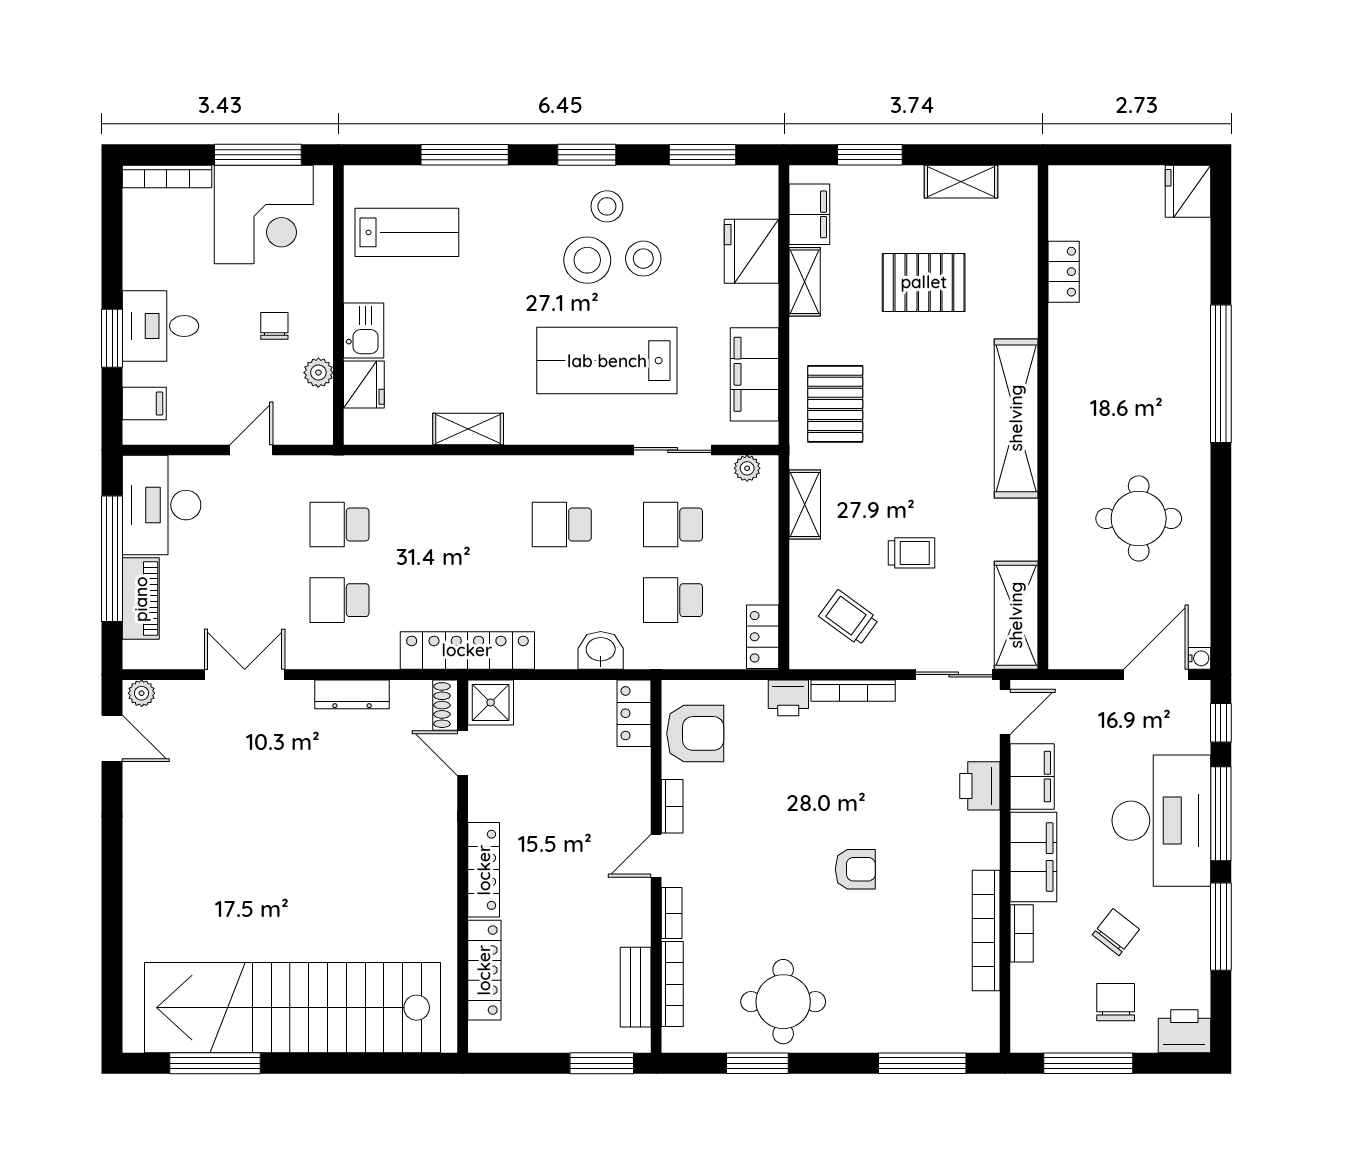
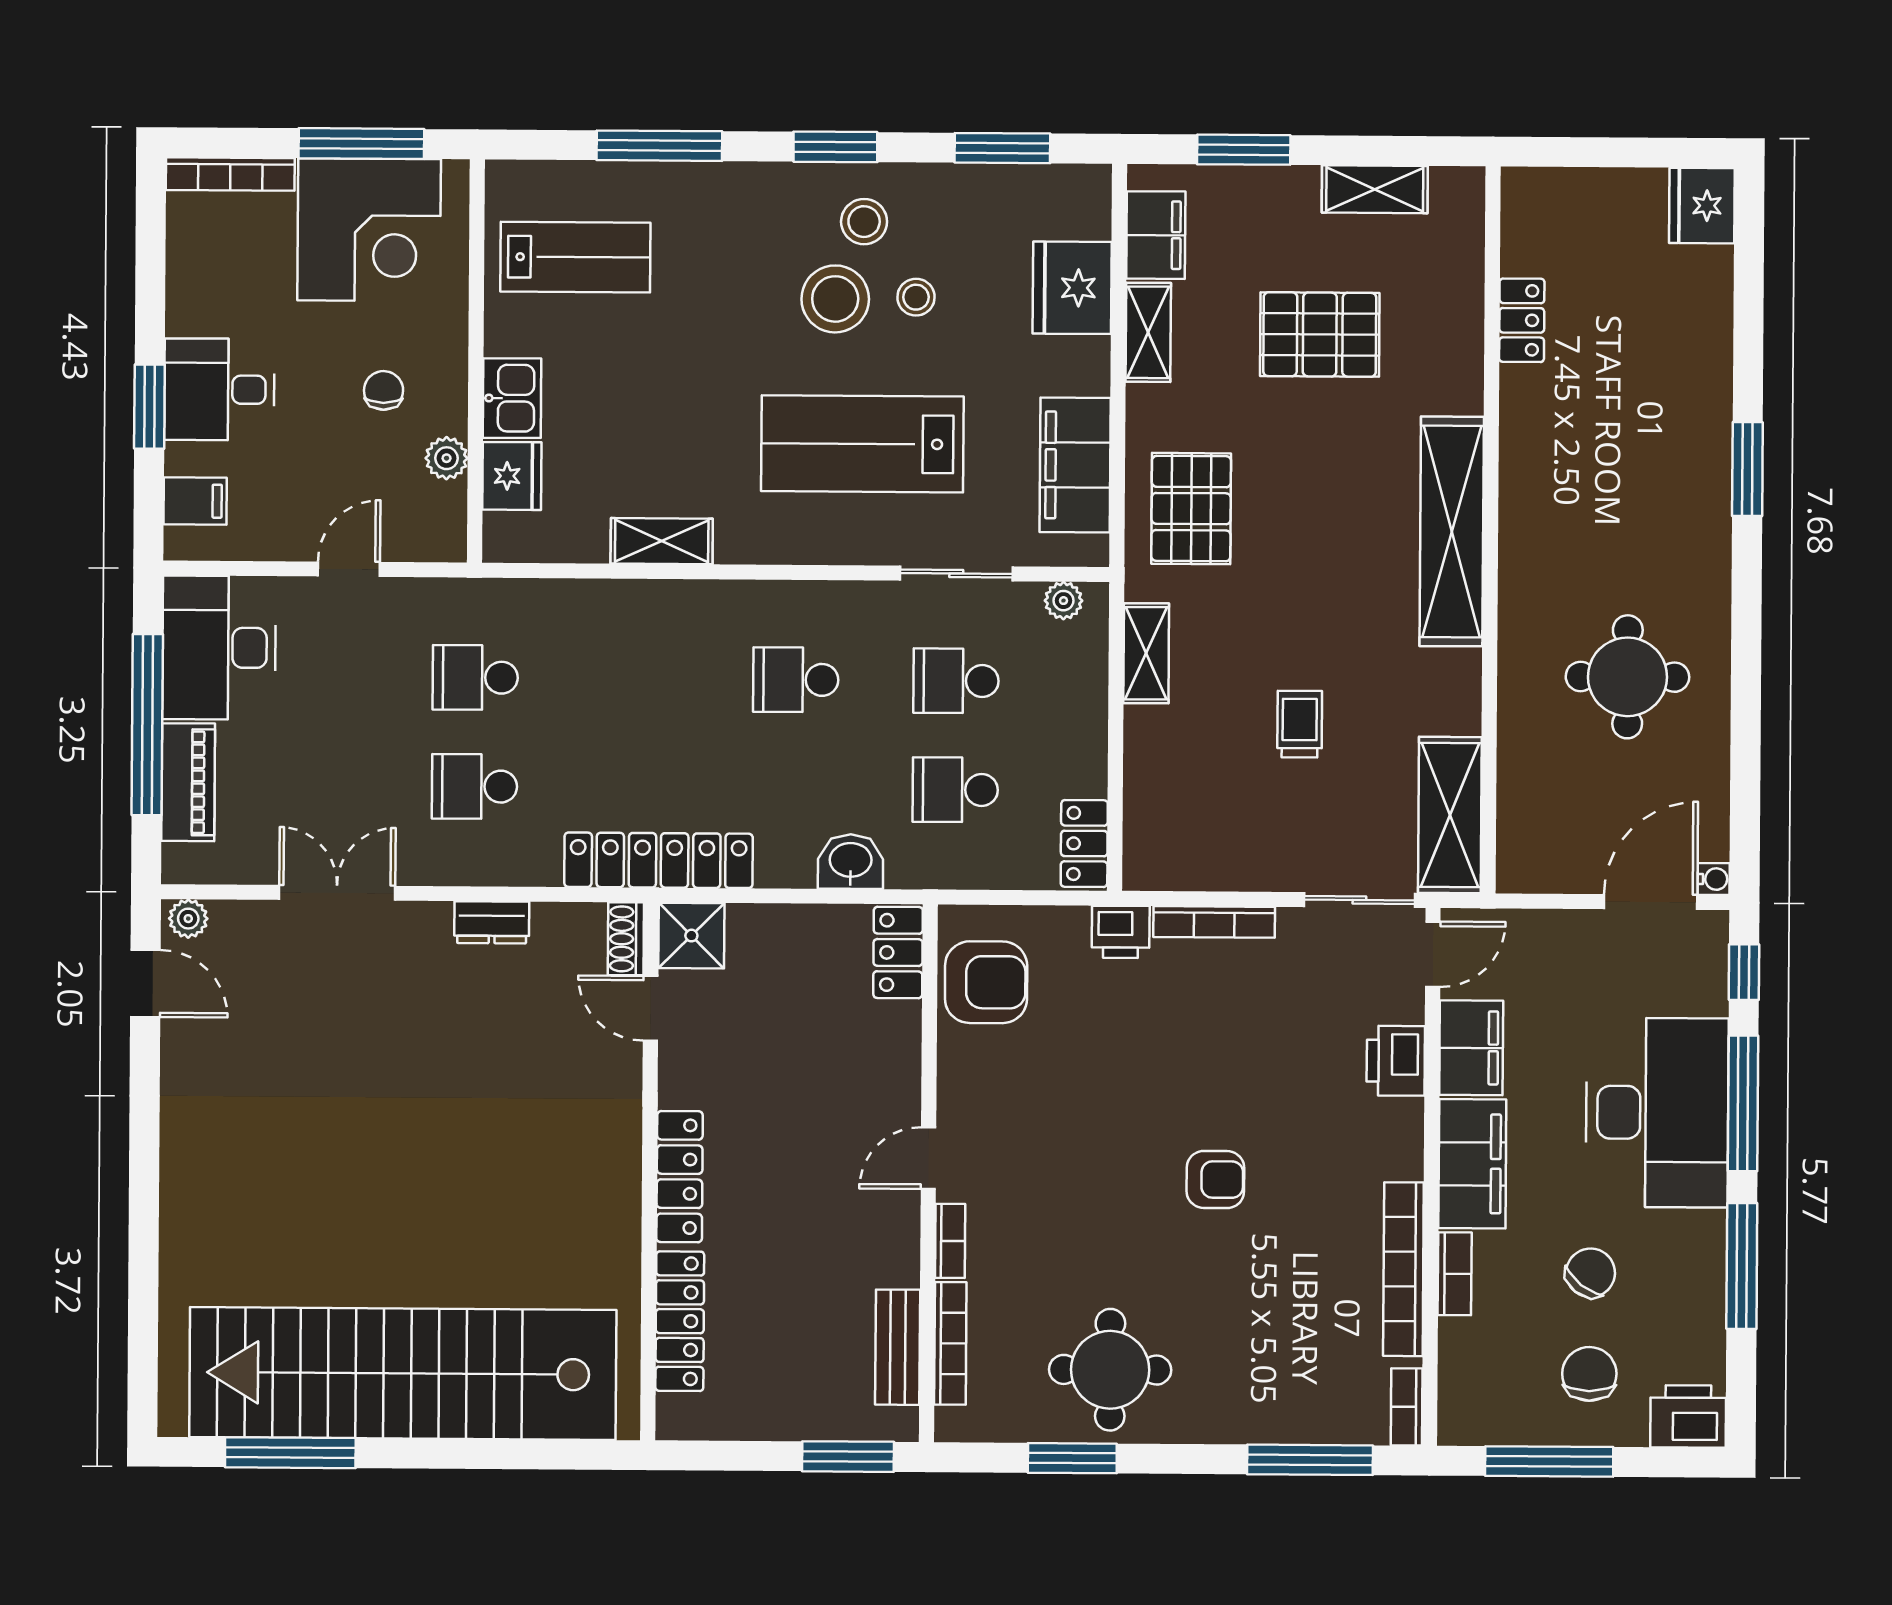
stool: (643, 259) -> (916, 297), width x0.73, depth x0.73
window: (1221, 374) -> (1747, 469), width x0.47
trolley: (911, 553) -> (1300, 724), turned -90
trolley: (849, 618) -> (1208, 817), removed
dresser: (352, 694) -> (492, 922), width x0.70
bookcase: (672, 806) -> (1407, 1407), moved, turned 180

